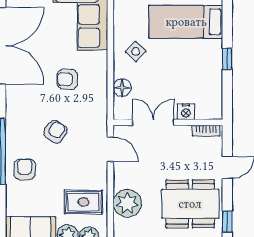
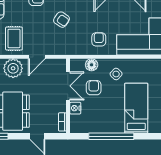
window: (227, 59) -> (111, 136), width x3.17
armchair: (67, 79) -> (99, 39), moved
armchair: (156, 85) -> (94, 88), added
door: (110, 149) -> (37, 57), moved

